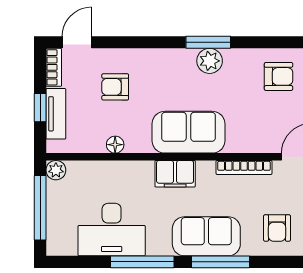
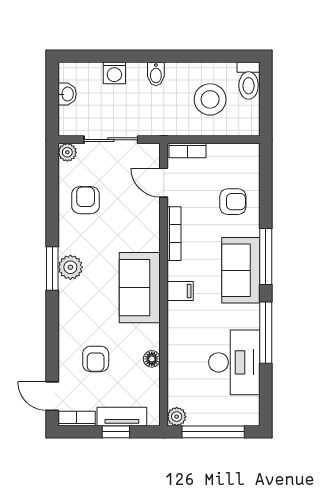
filing cabinet: (175, 174) -> (180, 291), width x0.50

